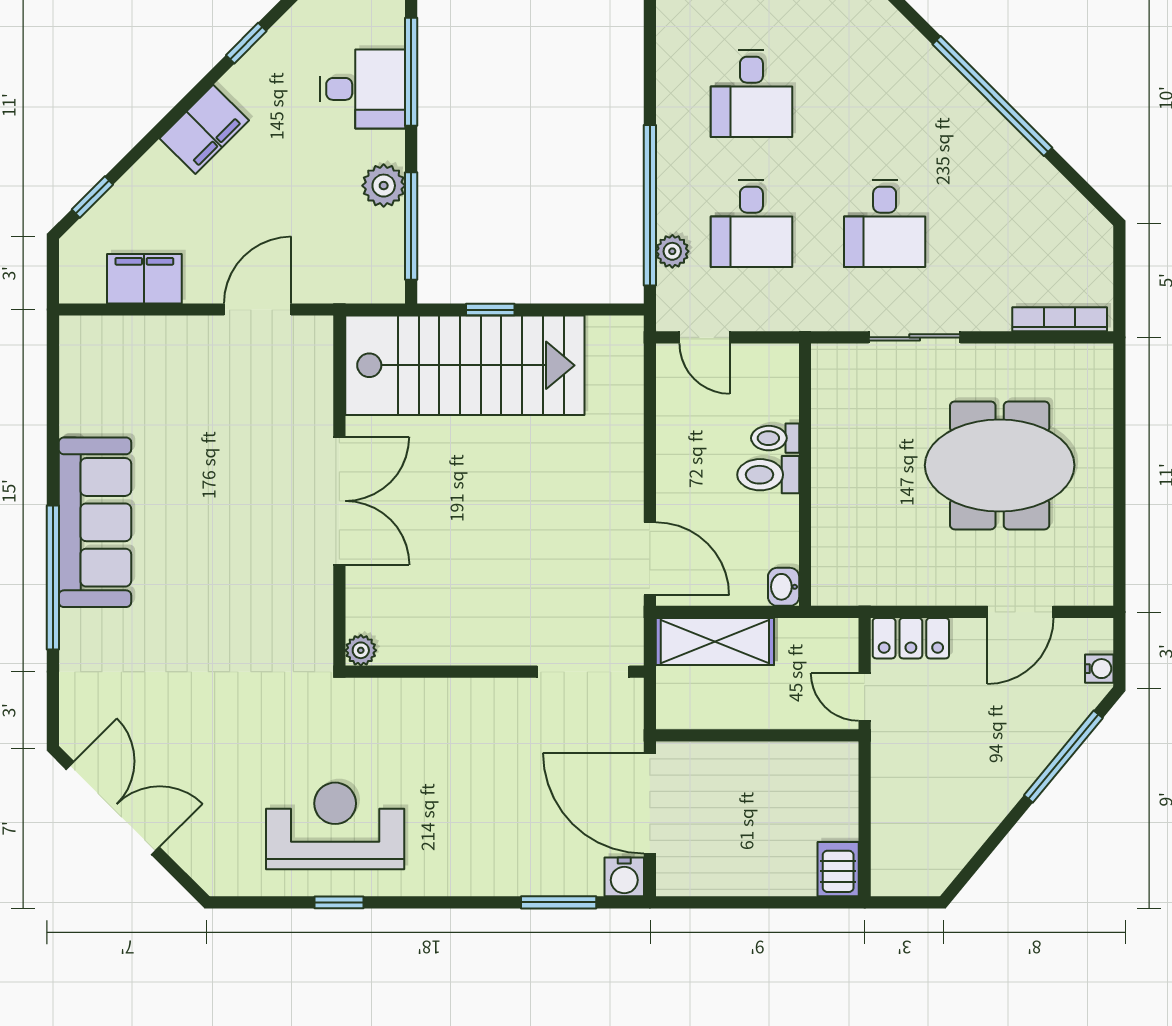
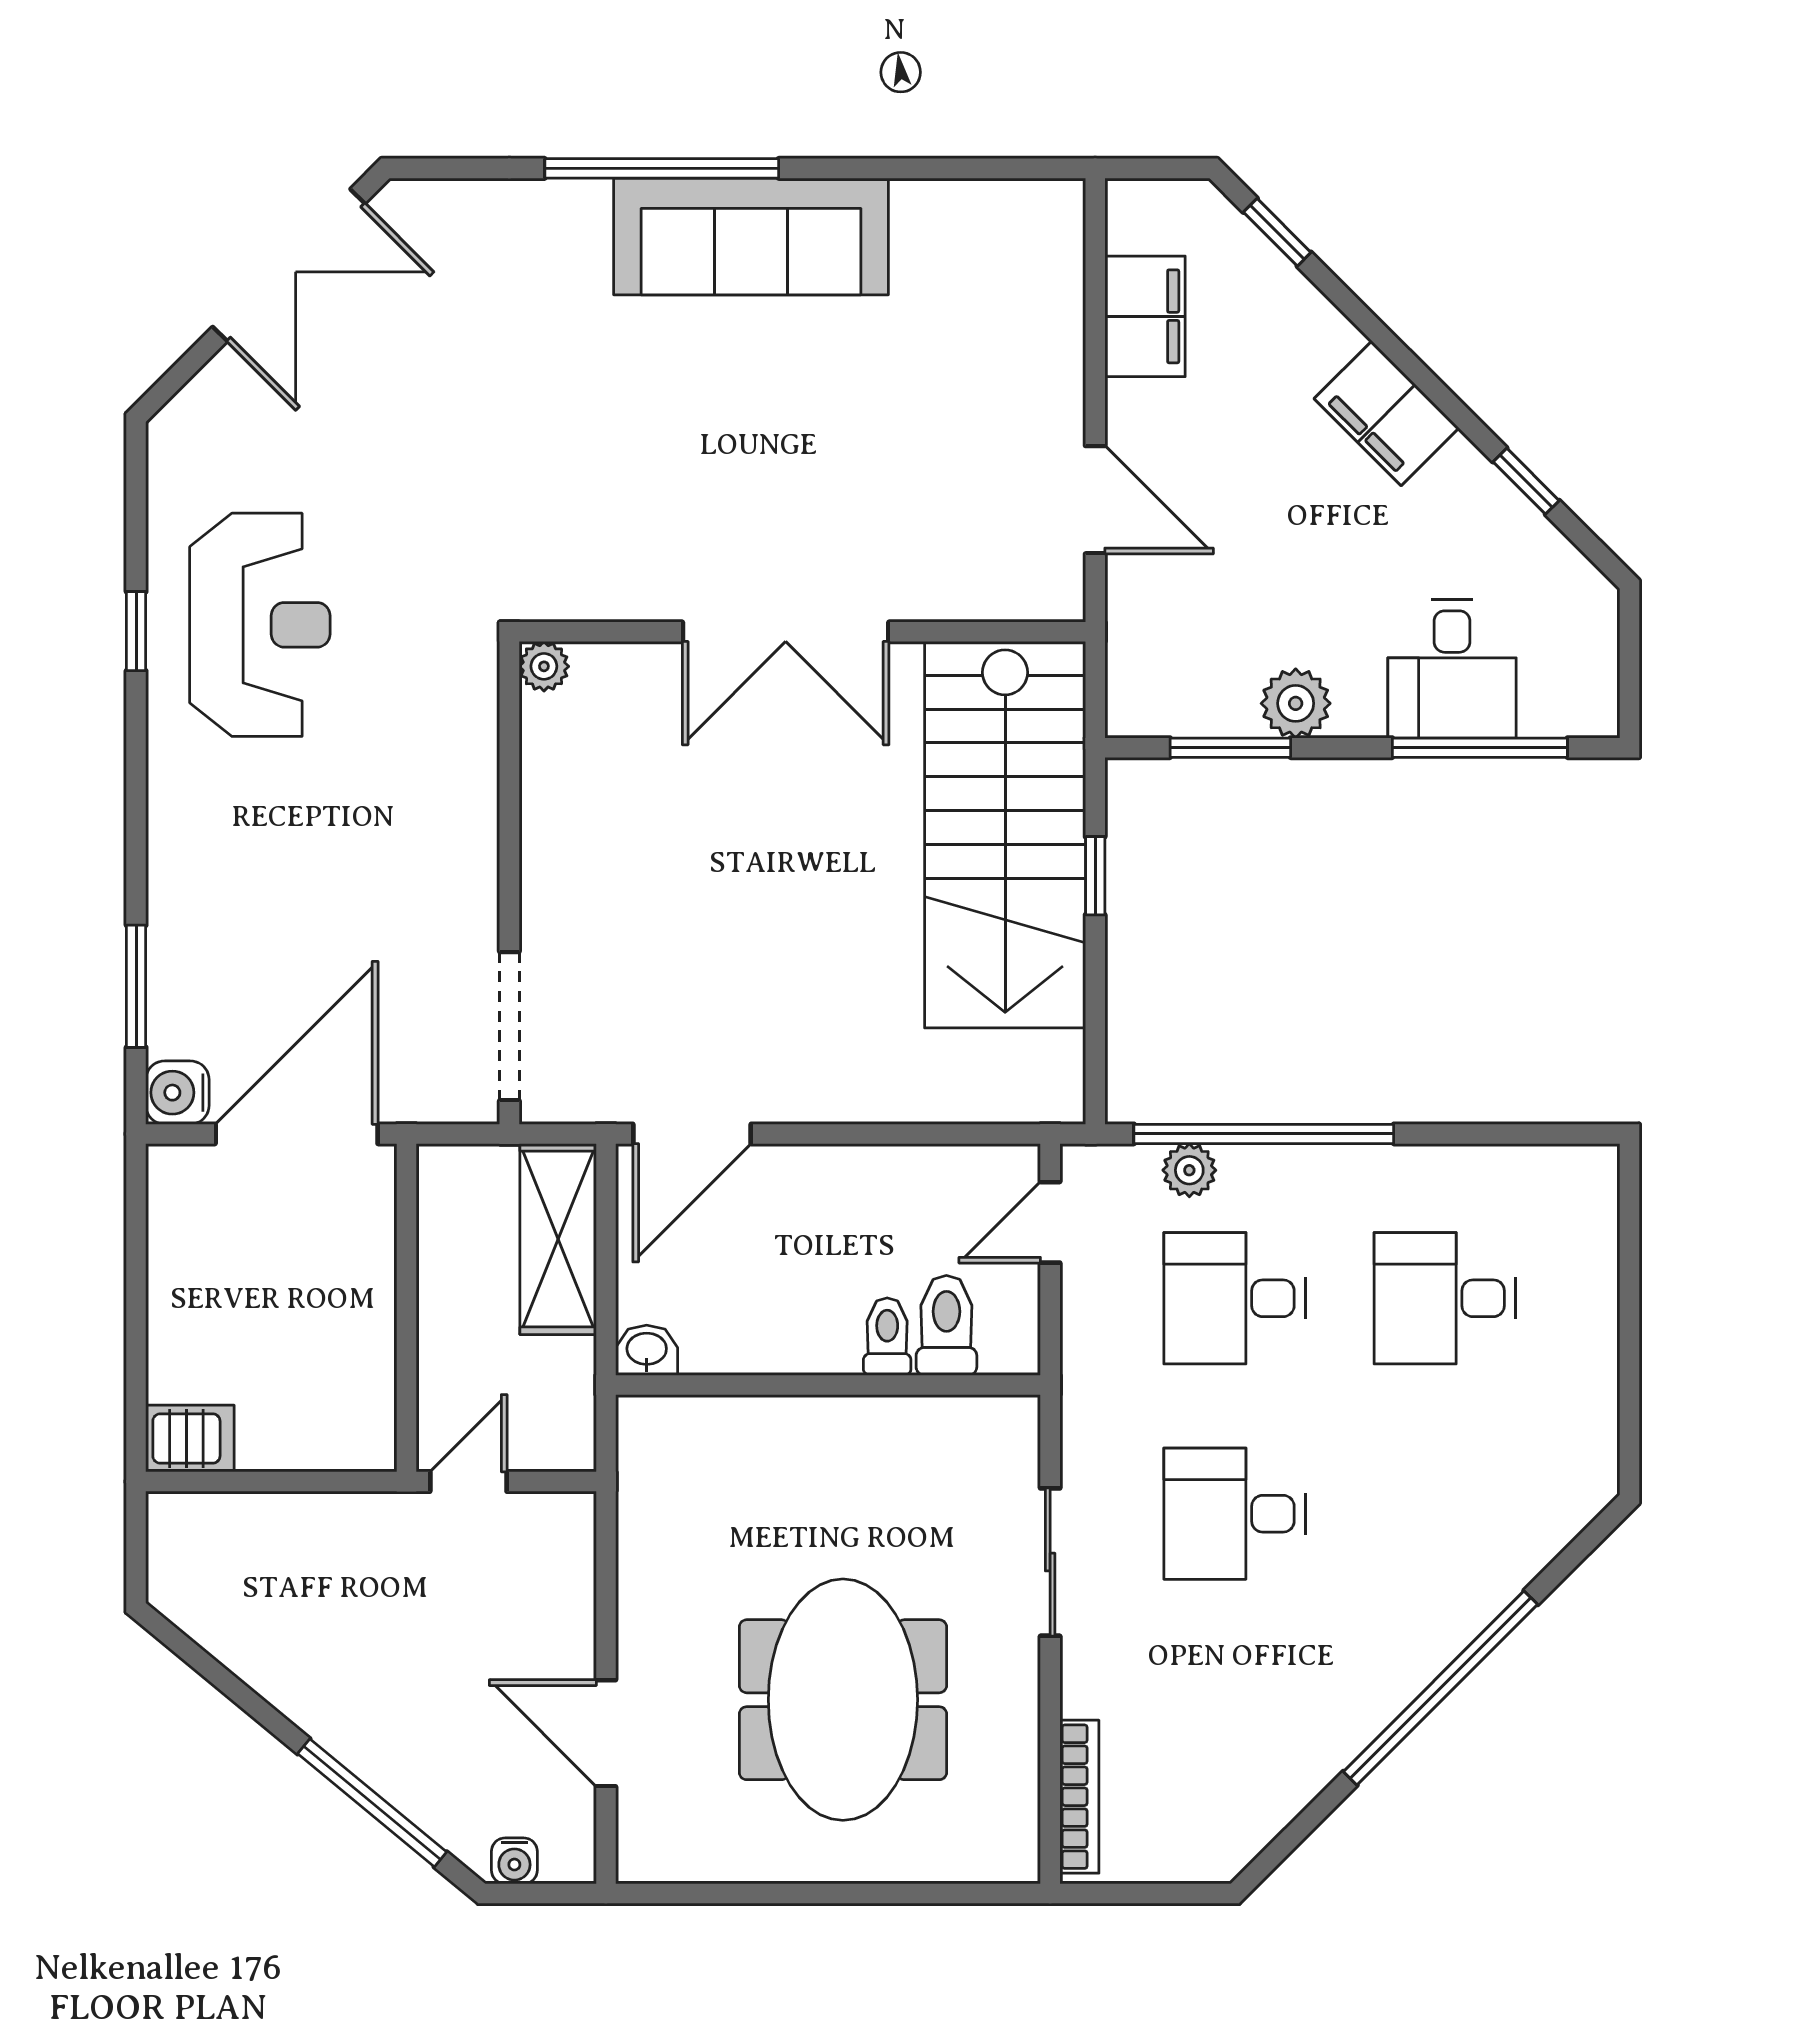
window: (411, 226) -> (1230, 748), width x0.69
toilet: (768, 475) -> (946, 1325), moved
locker: (911, 638) -> (563, 1556), removed

